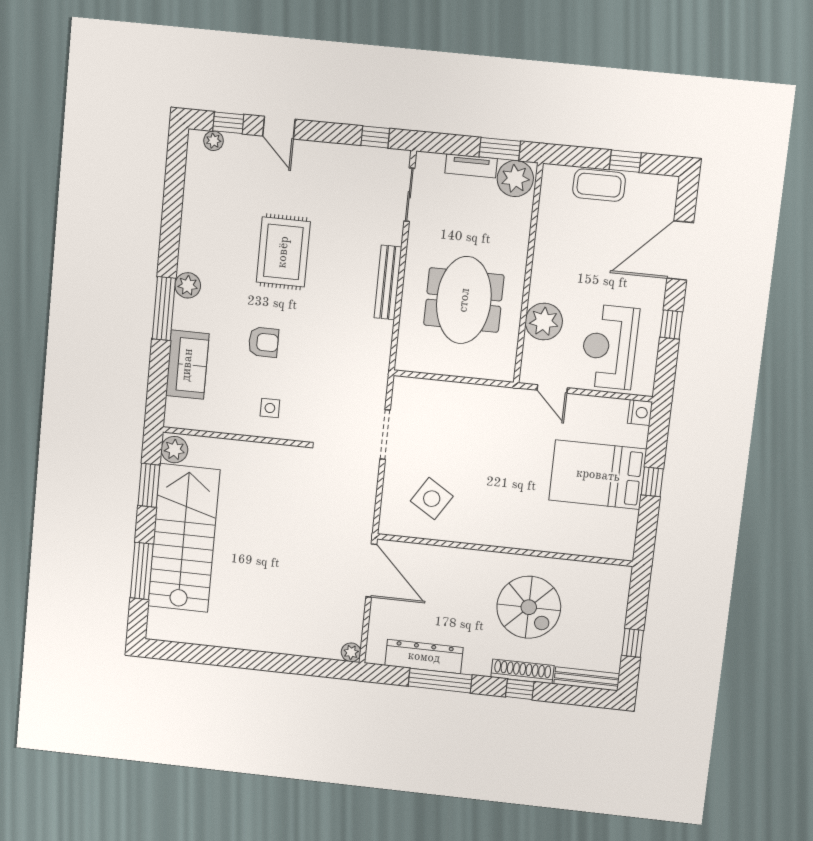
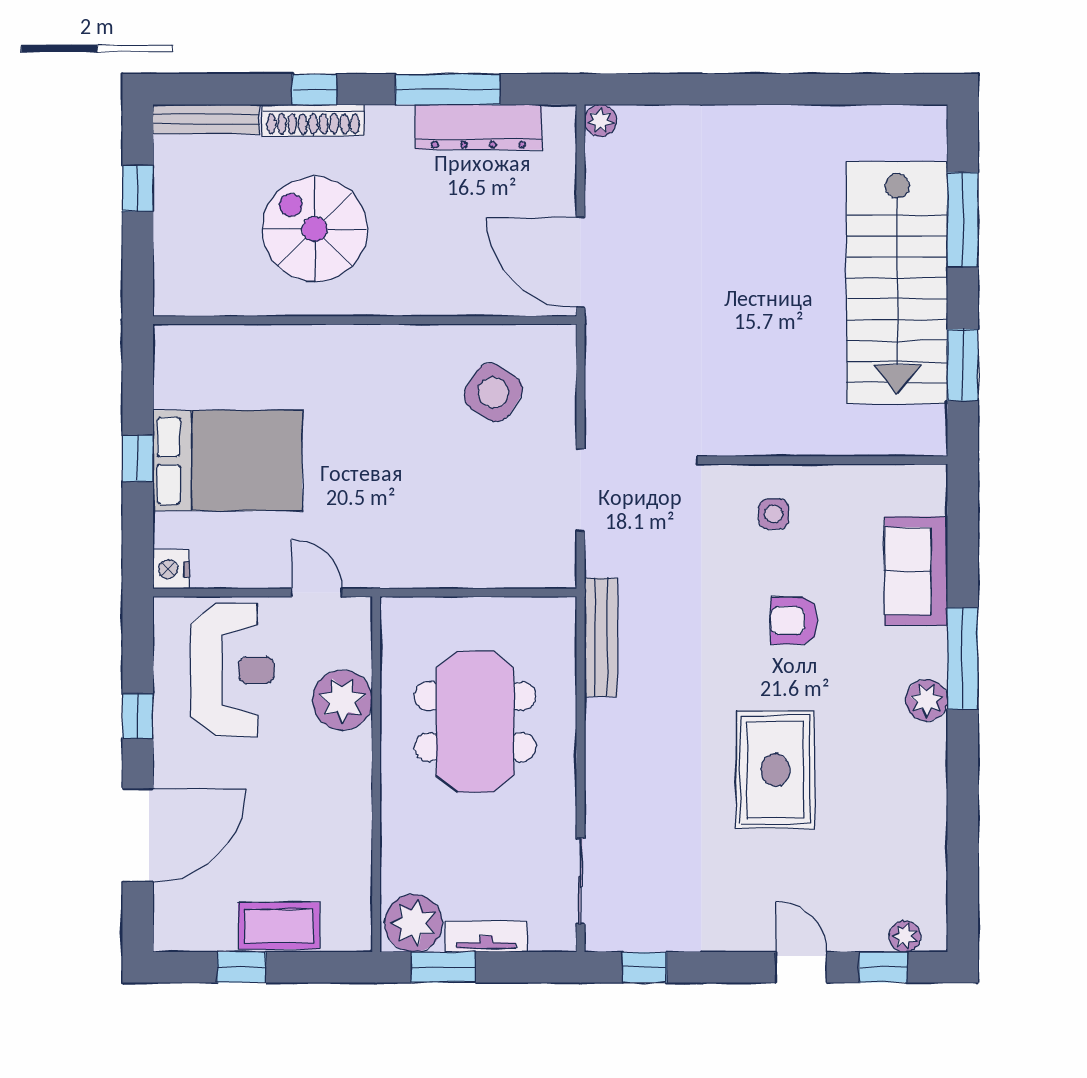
bench: (388, 282) -> (601, 637), moved
plant: (174, 450) -> (925, 429), removed

